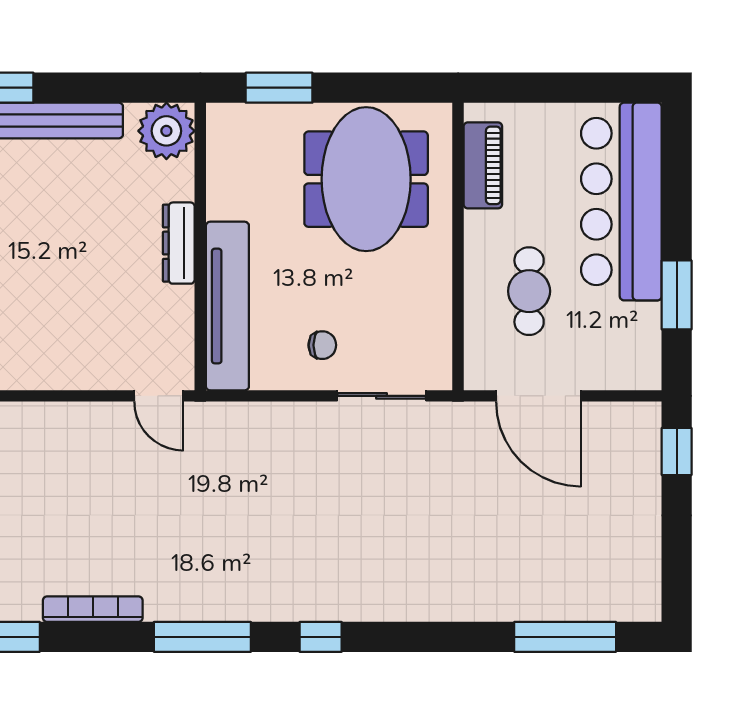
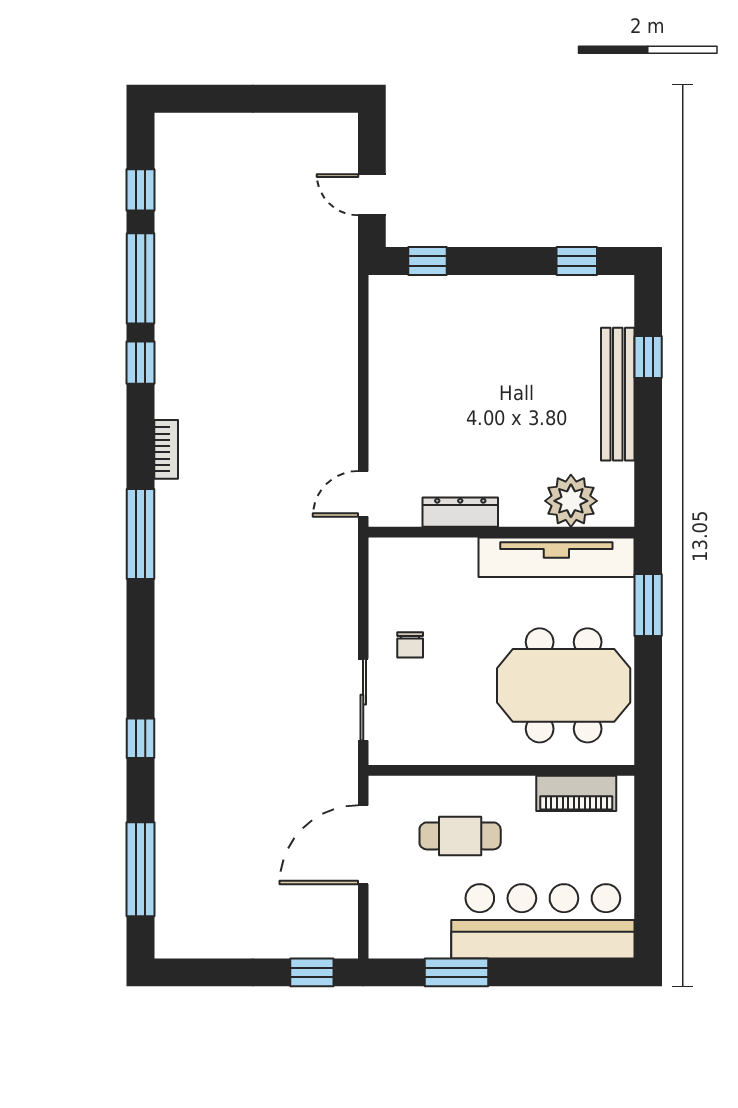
plant: (166, 131) -> (571, 501), moved
dresser: (179, 243) -> (460, 512), moved
tv unit: (227, 306) -> (556, 557), moved
bookcase: (93, 609) -> (166, 449), width x0.64
window: (321, 637) -> (141, 738), moved

